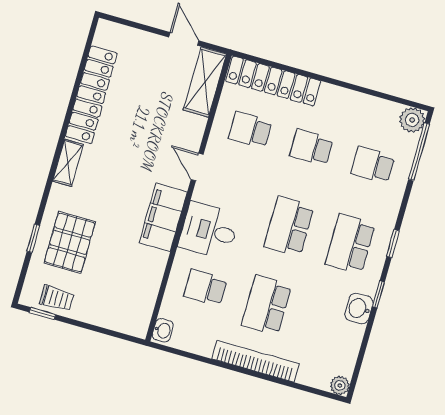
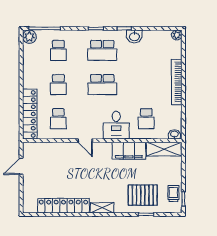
shelving: (205, 82) -> (164, 149), moved
door: (197, 167) -> (85, 141), hinge flipped
filing cabinet: (163, 217) -> (129, 151), moved
school desk: (267, 305) -> (146, 85), removed

